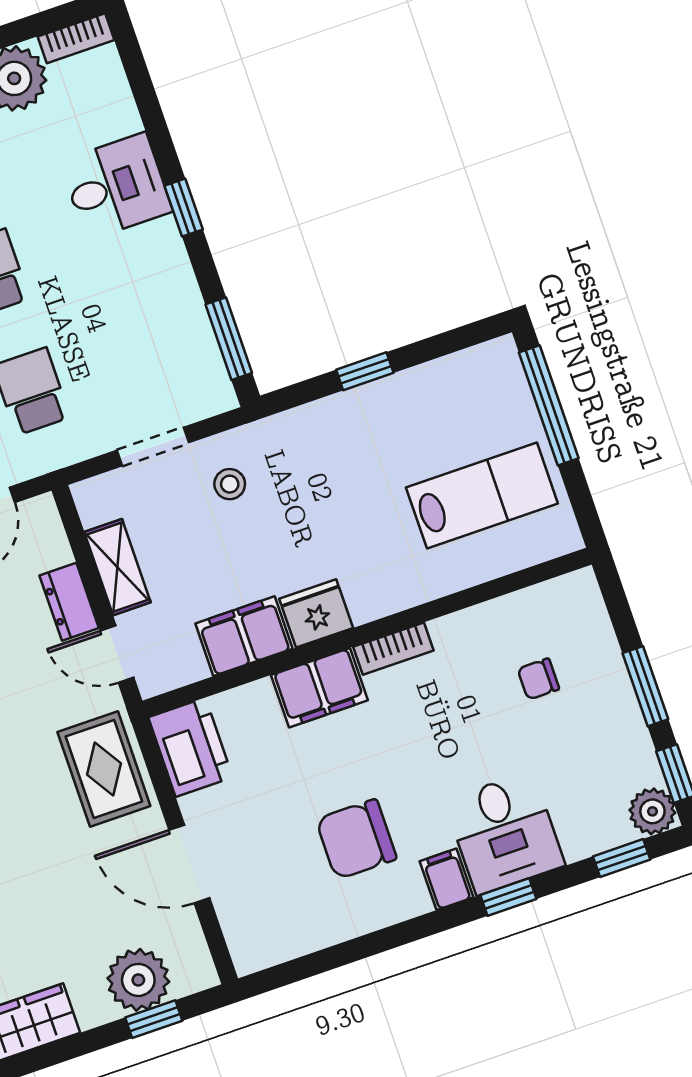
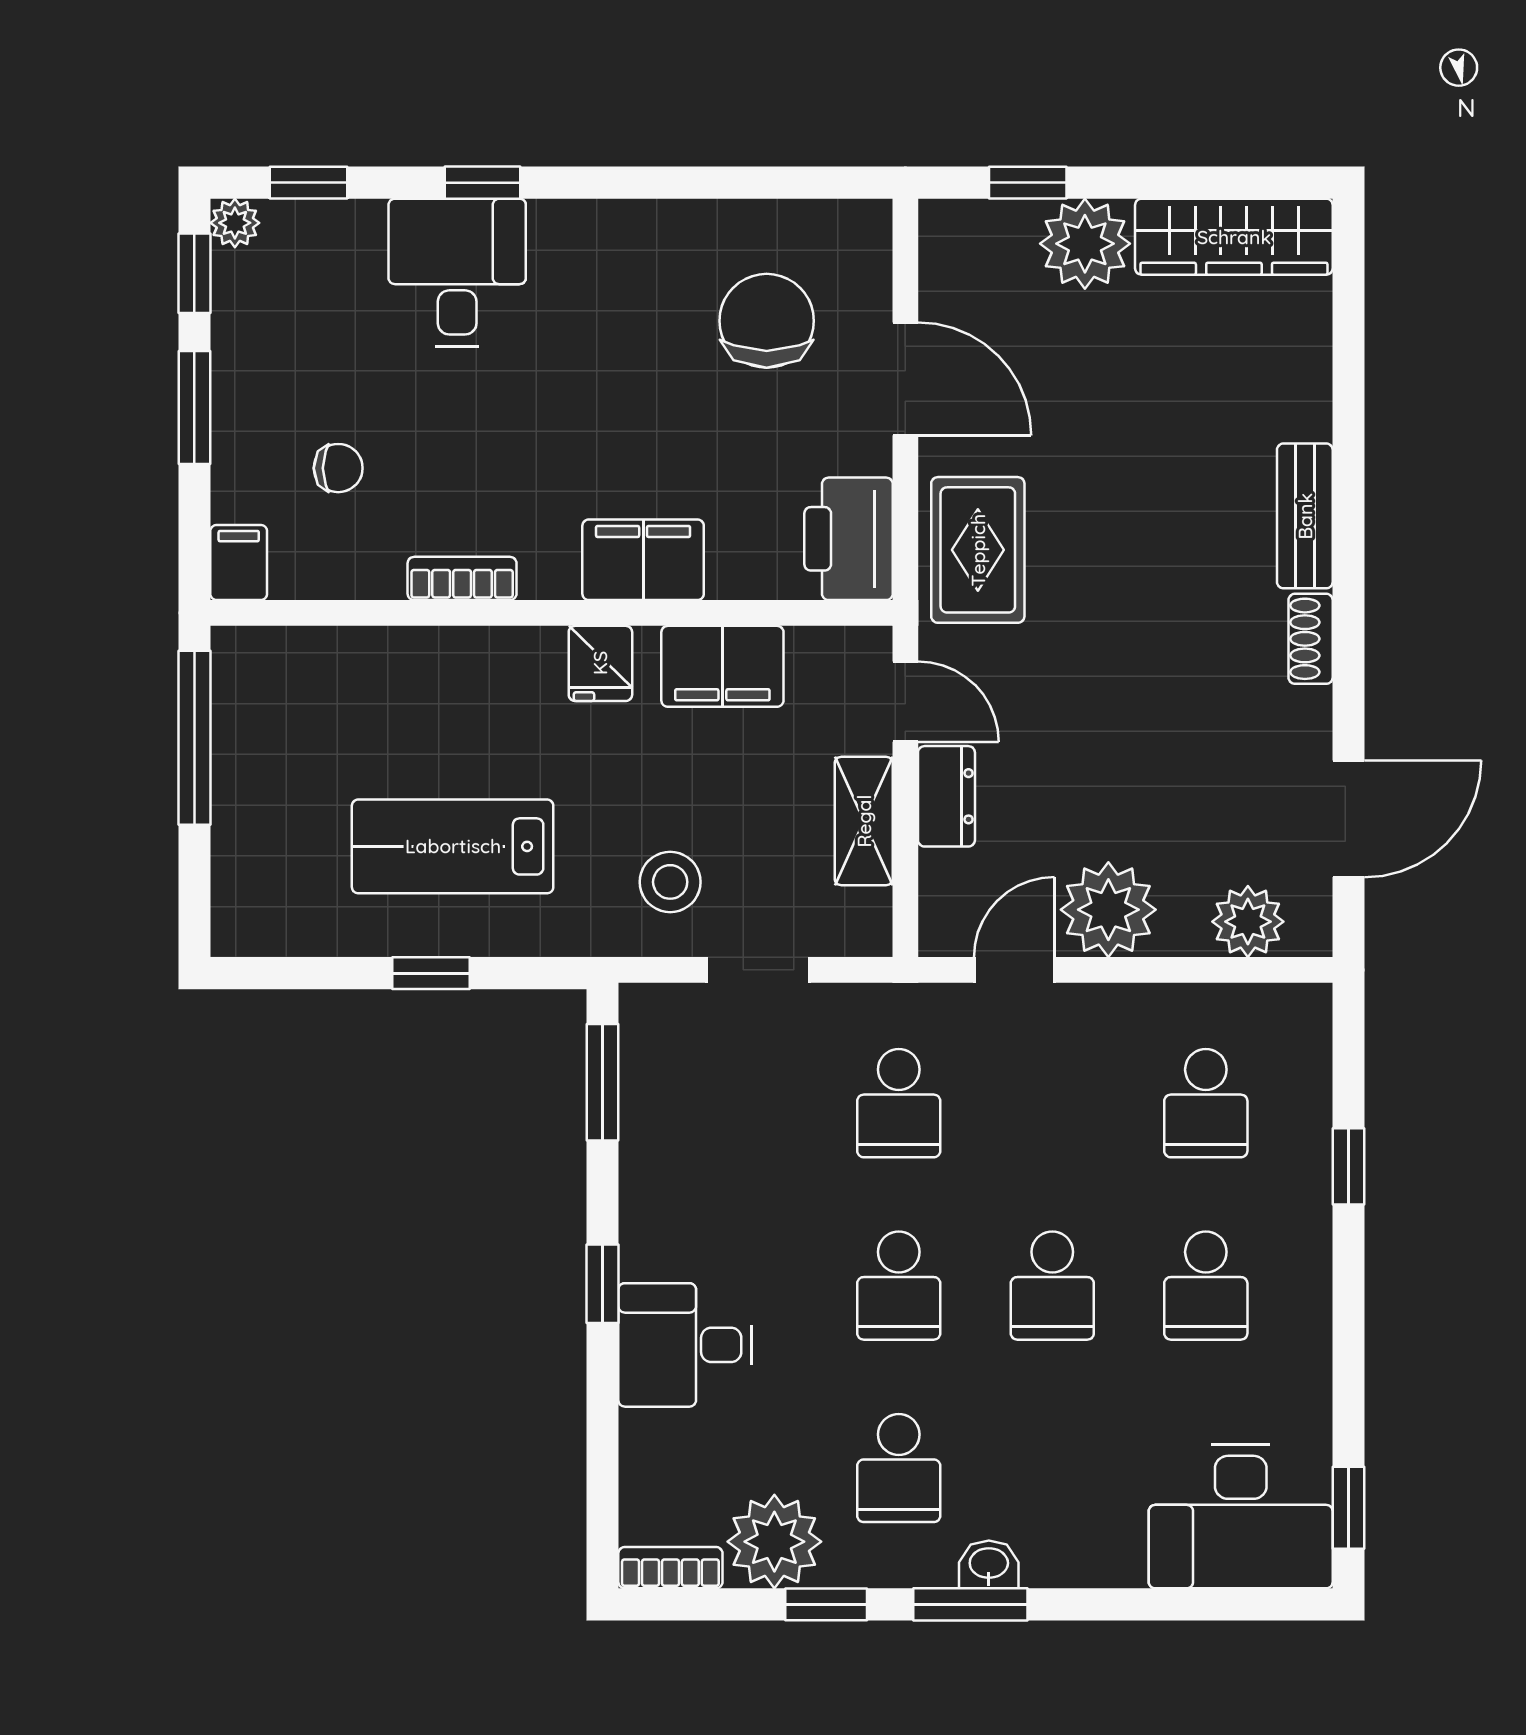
window: (549, 405) -> (194, 738), moved
stool: (230, 484) -> (670, 882), width x1.37, depth x1.37
lab bench: (482, 496) -> (453, 846), moved
fridge: (316, 613) -> (600, 663), width x0.72
bookcase: (393, 649) -> (462, 578), moved
plant: (652, 811) -> (235, 223), width x0.73, depth x0.73
chair: (356, 839) -> (767, 321), moved, turned -90
filing cabinet: (447, 879) -> (239, 562), moved, turned 180
plant: (138, 980) -> (1085, 244), moved

